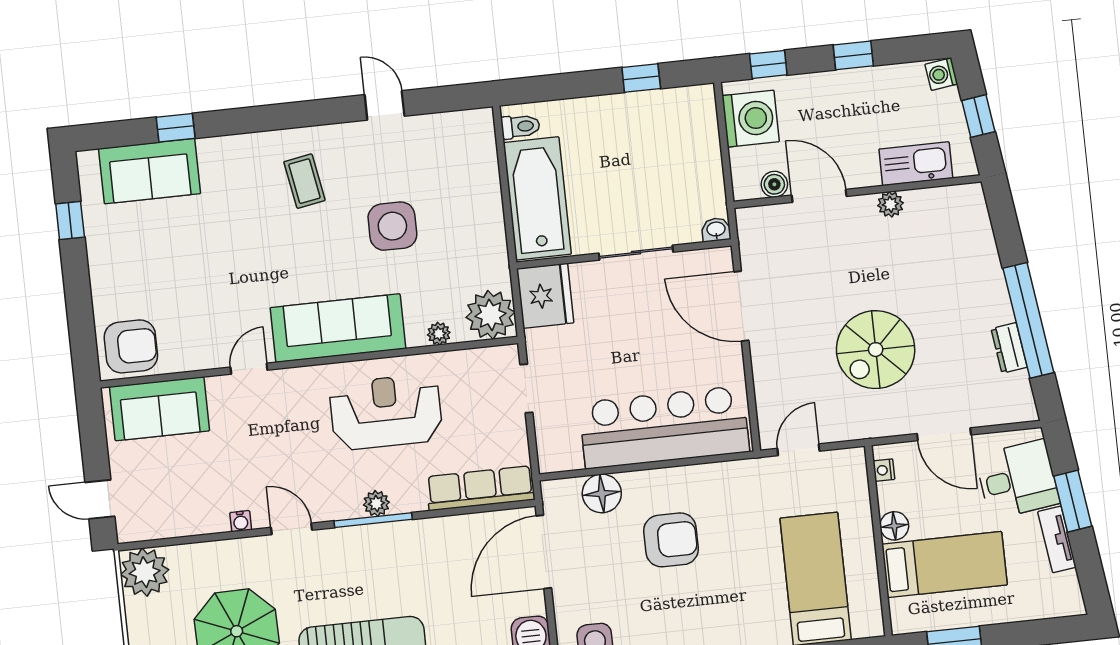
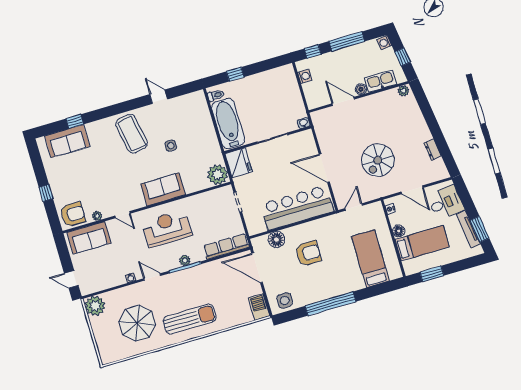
window: (853, 55) -> (347, 41), width x2.17
window: (641, 78) -> (235, 74), moved
washing machine: (751, 119) -> (305, 76), width x0.53, depth x0.53
coffee table: (304, 181) -> (131, 134), width x1.86, depth x1.72
boiler: (774, 184) -> (361, 89), moved
plant: (890, 204) -> (403, 91), moved
window: (70, 220) -> (46, 193), moved
side table: (392, 226) -> (171, 146), width x0.54, depth x0.54
door: (741, 306) -> (324, 168), moved
window: (1028, 320) -> (438, 137), removed
sofa: (338, 328) -> (163, 189), width x0.73
plant: (439, 334) -> (97, 216), moved
door: (249, 369) -> (123, 215), swing flipped
reception desk: (386, 412) -> (167, 228), moved
window: (1073, 501) -> (480, 229), moved
tv unit: (1057, 539) -> (468, 229), width x1.41
door: (544, 552) -> (257, 268), hinge flipped

